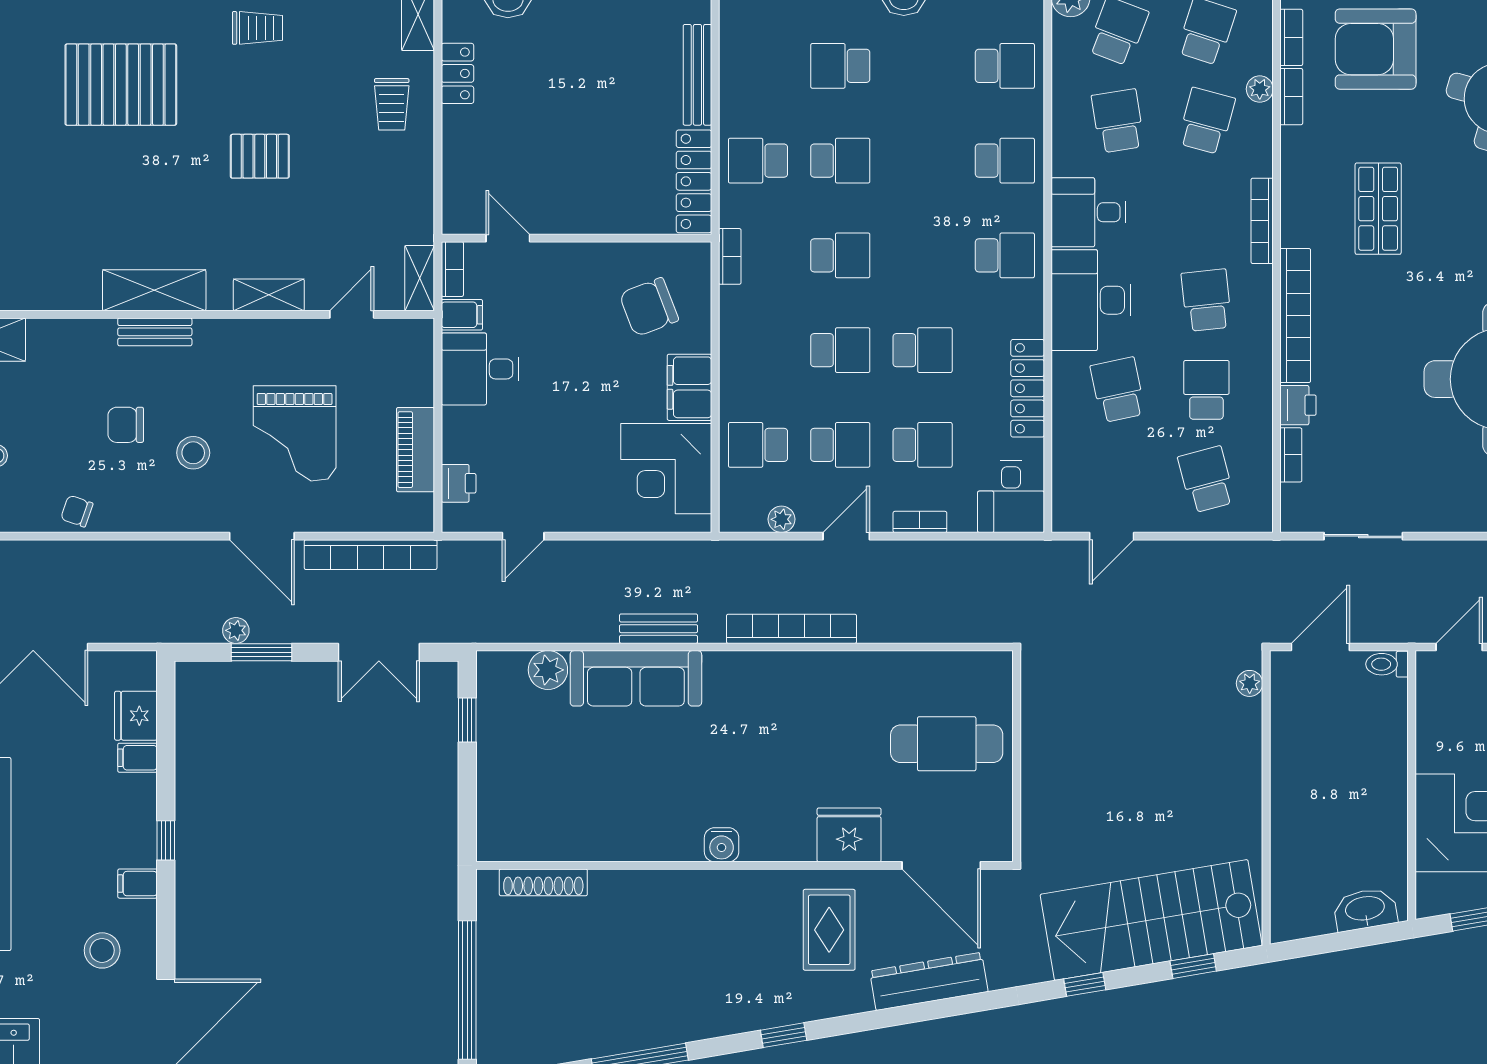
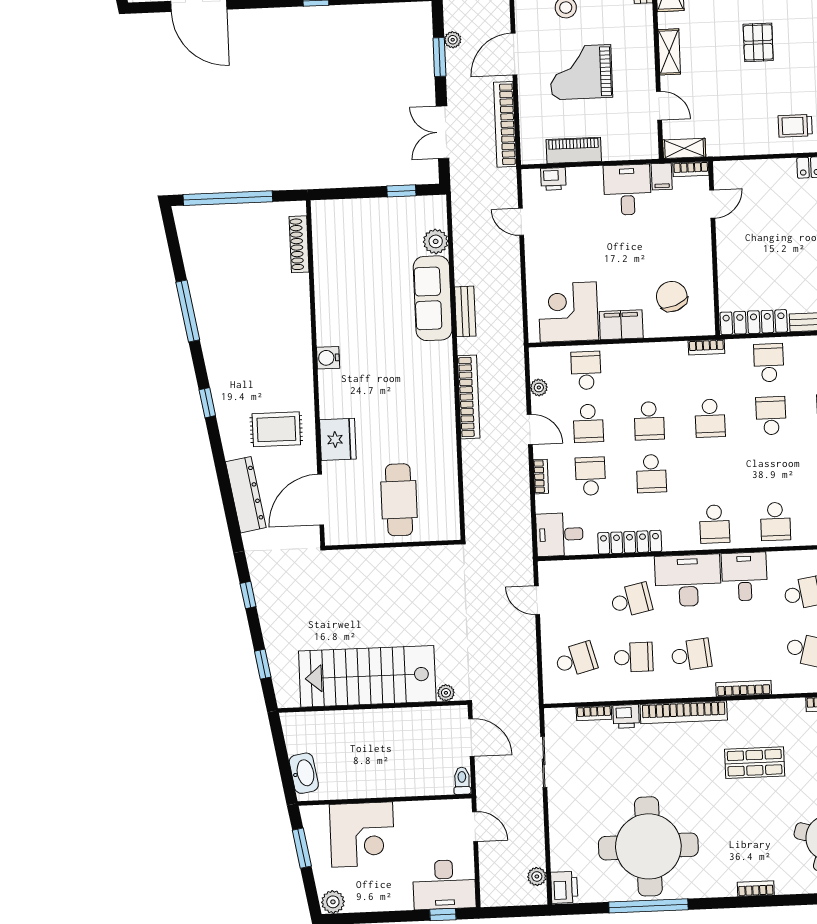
school desk: (840, 161) -> (771, 416), turned 180
school desk: (923, 445) -> (590, 476), turned 180
stairs: (1151, 920) -> (367, 676), moved, turned -80

